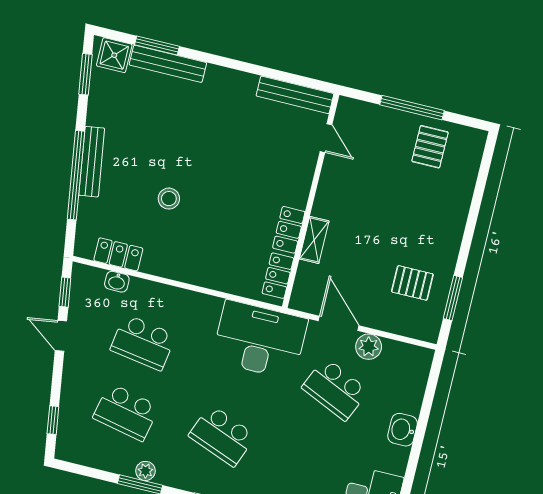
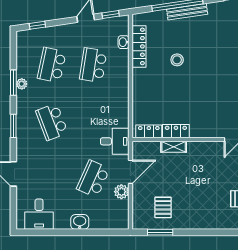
locker: (118, 254) -> (139, 46), width x1.53
desk: (260, 340) -> (115, 141), width x0.53, depth x0.77
school desk: (222, 436) -> (52, 122), turned -42

